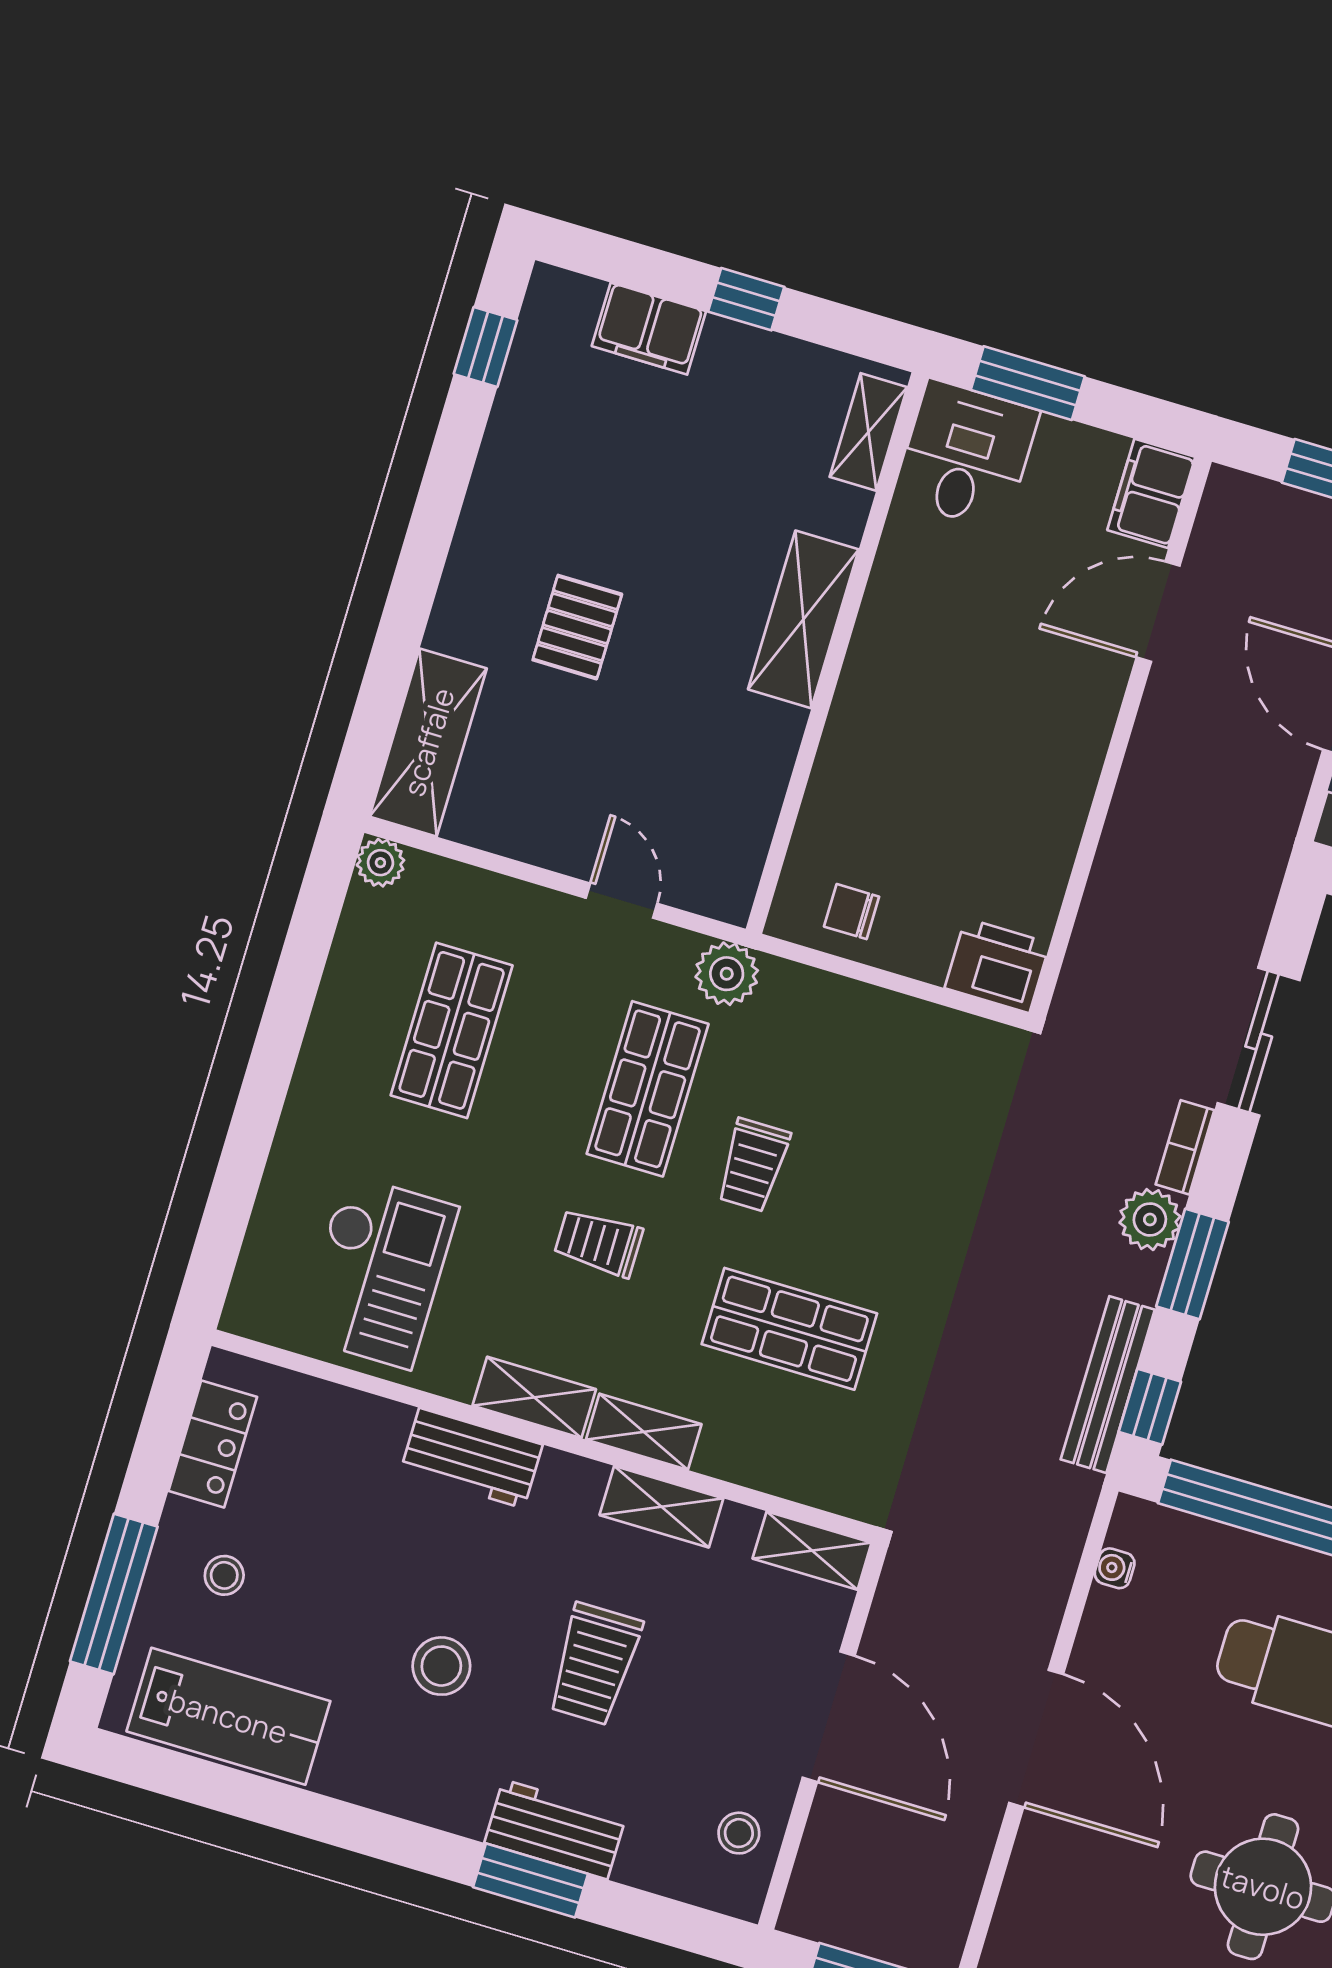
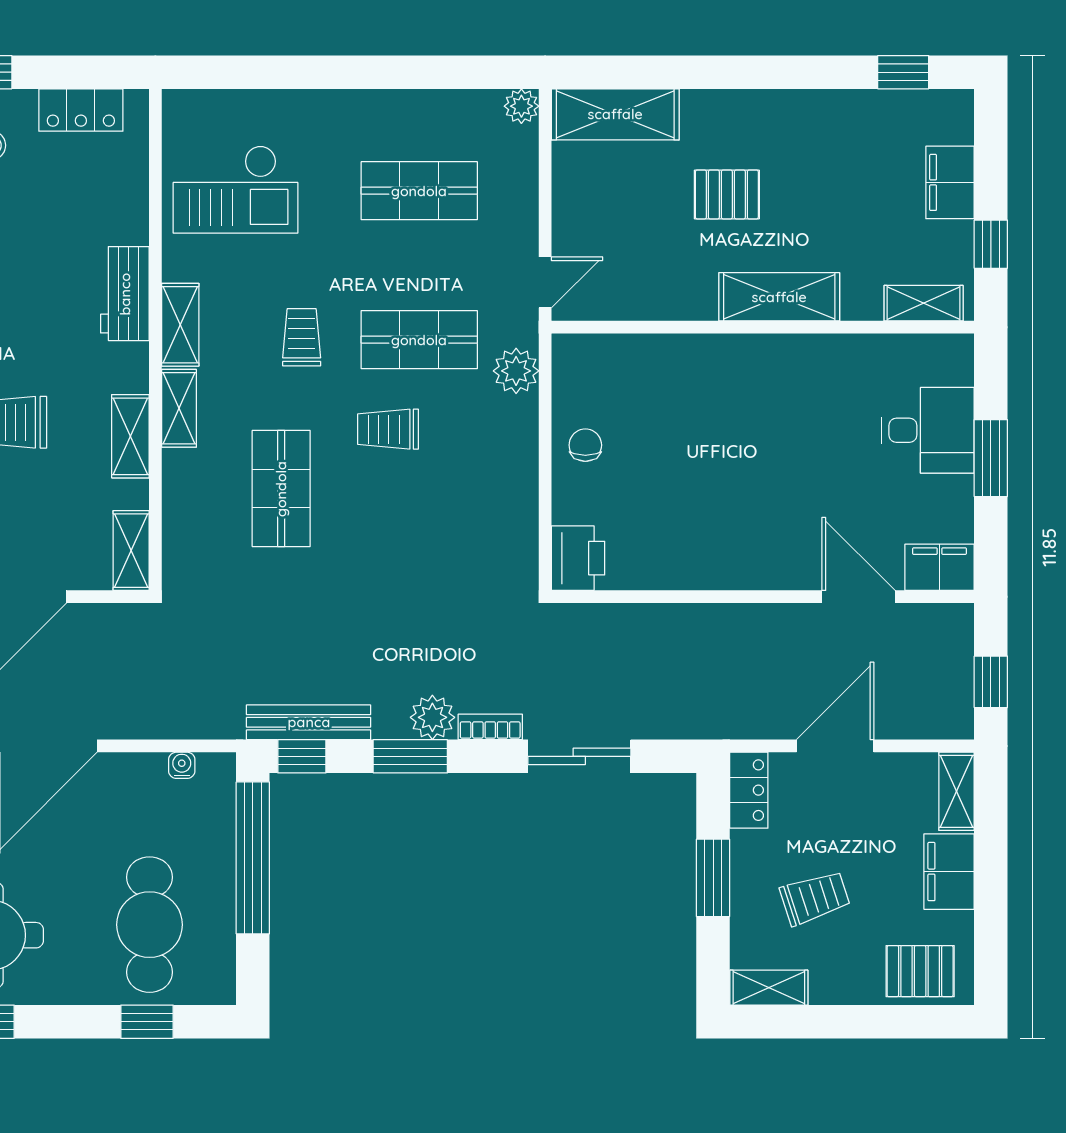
shelving: (868, 432) -> (924, 303), moved
shelving: (803, 619) -> (779, 297), moved
wall: (837, 653) -> (763, 327), moved

